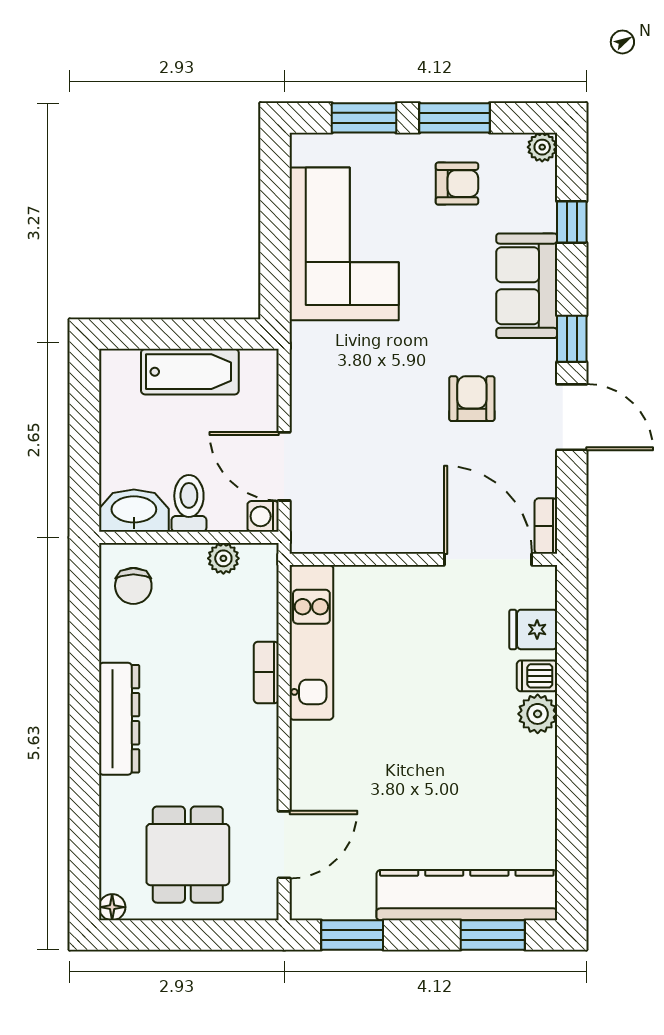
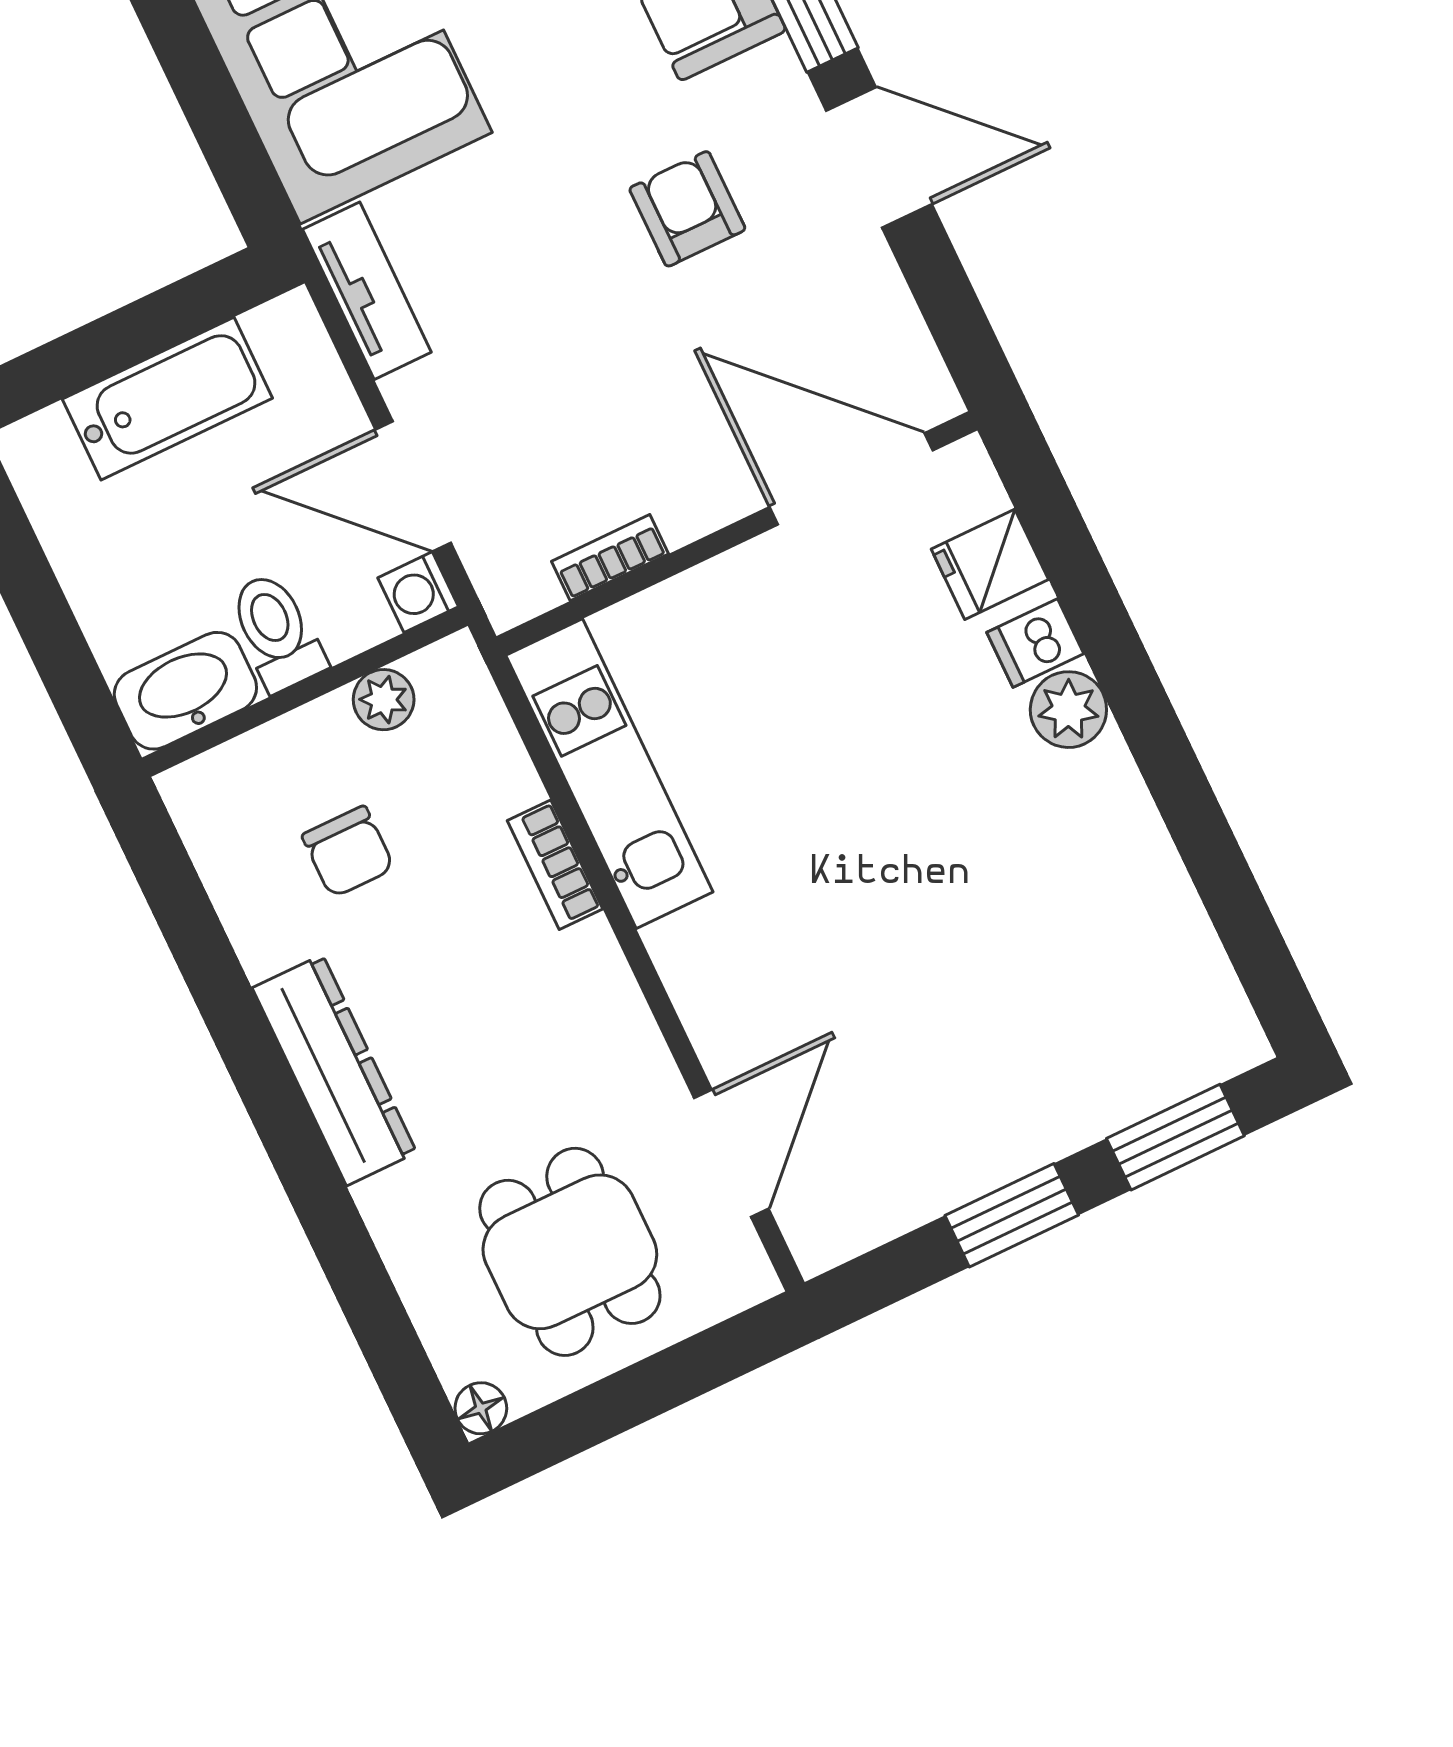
tv unit: (306, 366) -> (367, 291), added
bookcase: (546, 526) -> (610, 558), moved, turned 90
chair: (133, 586) -> (348, 852), moved
kitchen counter: (467, 895) -> (1096, 1089), removed
window: (352, 935) -> (1012, 1215), moved

